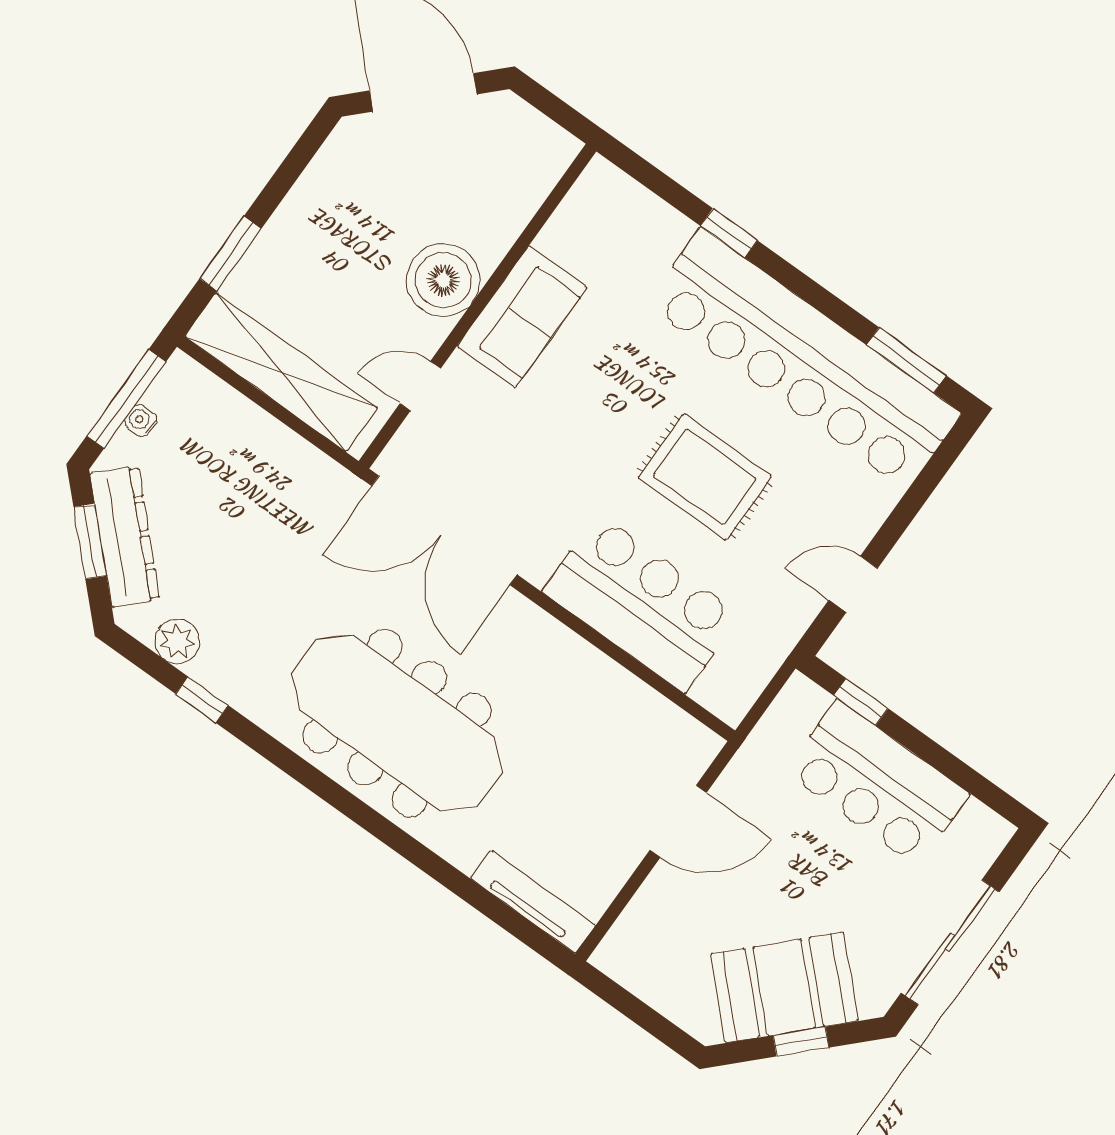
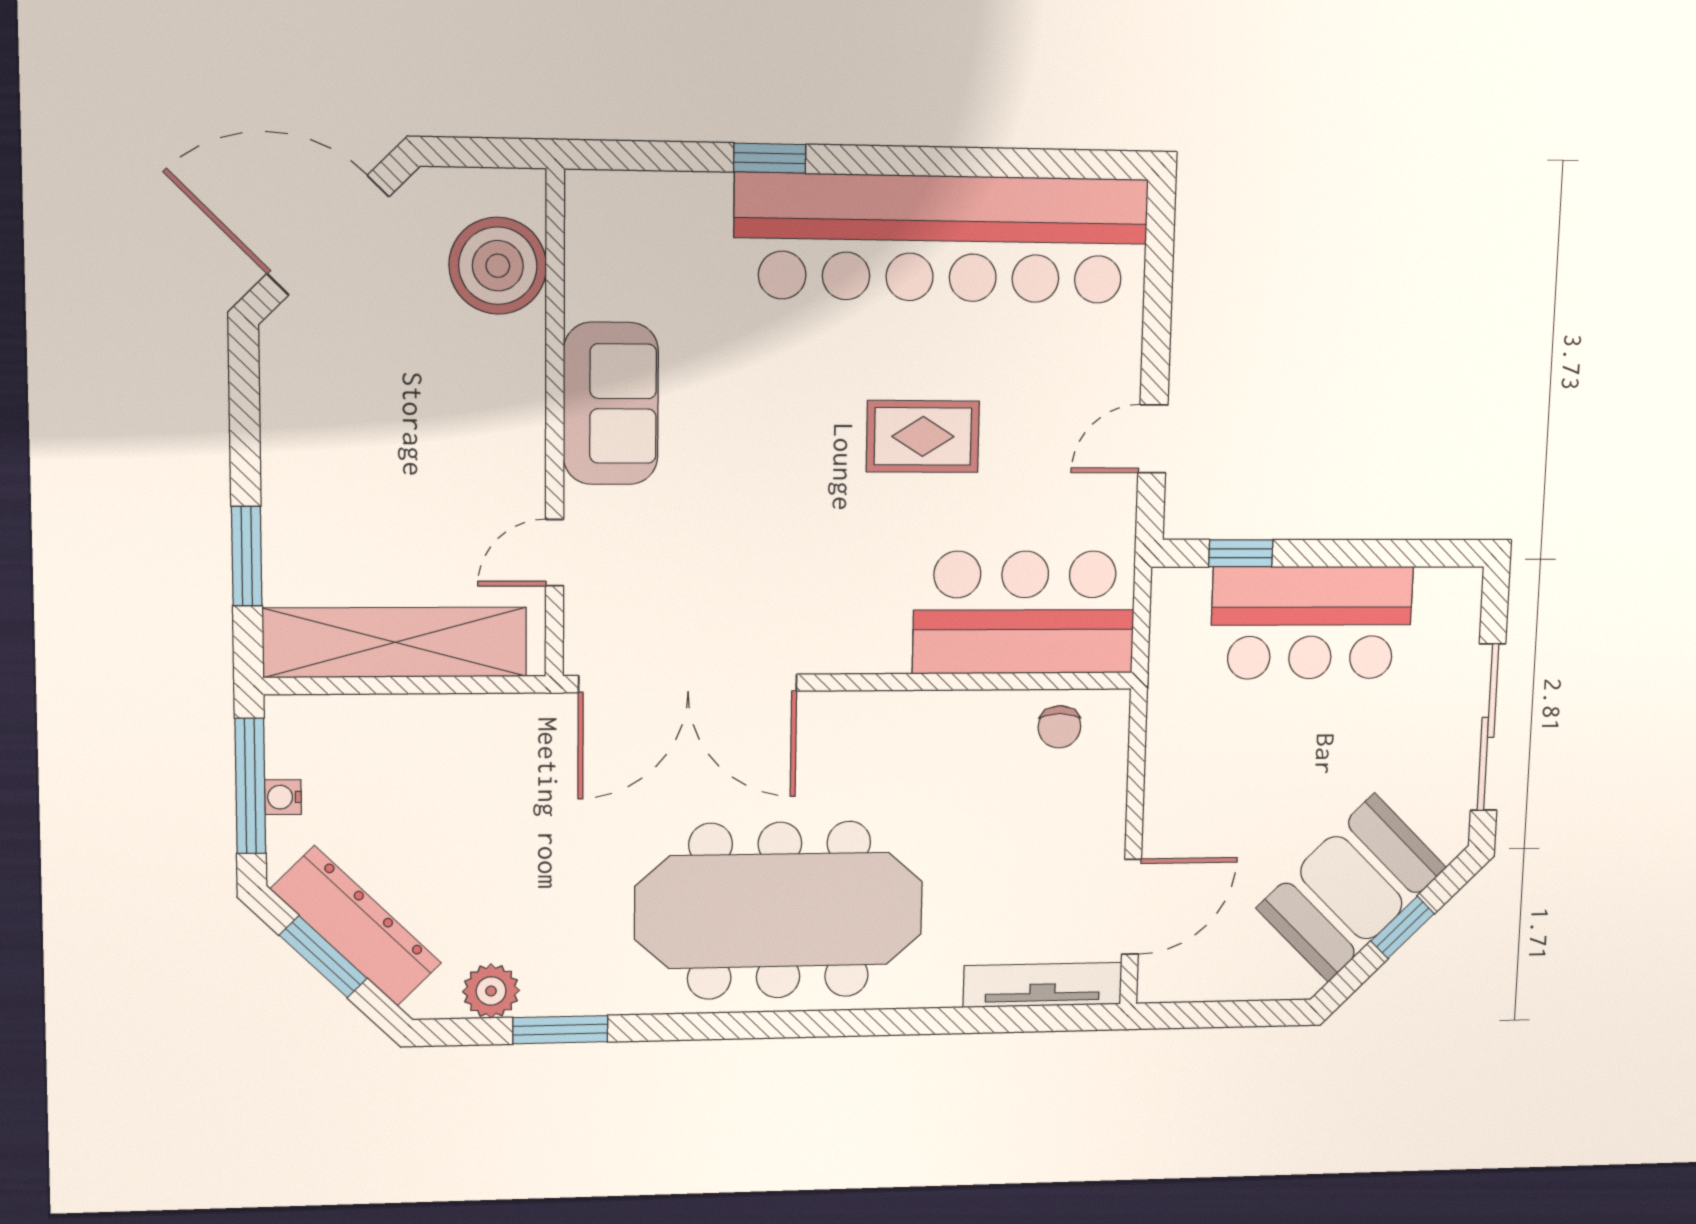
boiler: (443, 280) -> (498, 266), moved
window: (906, 360) -> (1052, 164), removed
rug: (705, 477) -> (923, 436), width x0.73, depth x0.70
bar counter: (642, 603) -> (1024, 612), moved
window: (202, 700) -> (560, 1030), width x1.50
chair: (663, 733) -> (1059, 727), added
door: (678, 821) -> (1131, 907), moved

